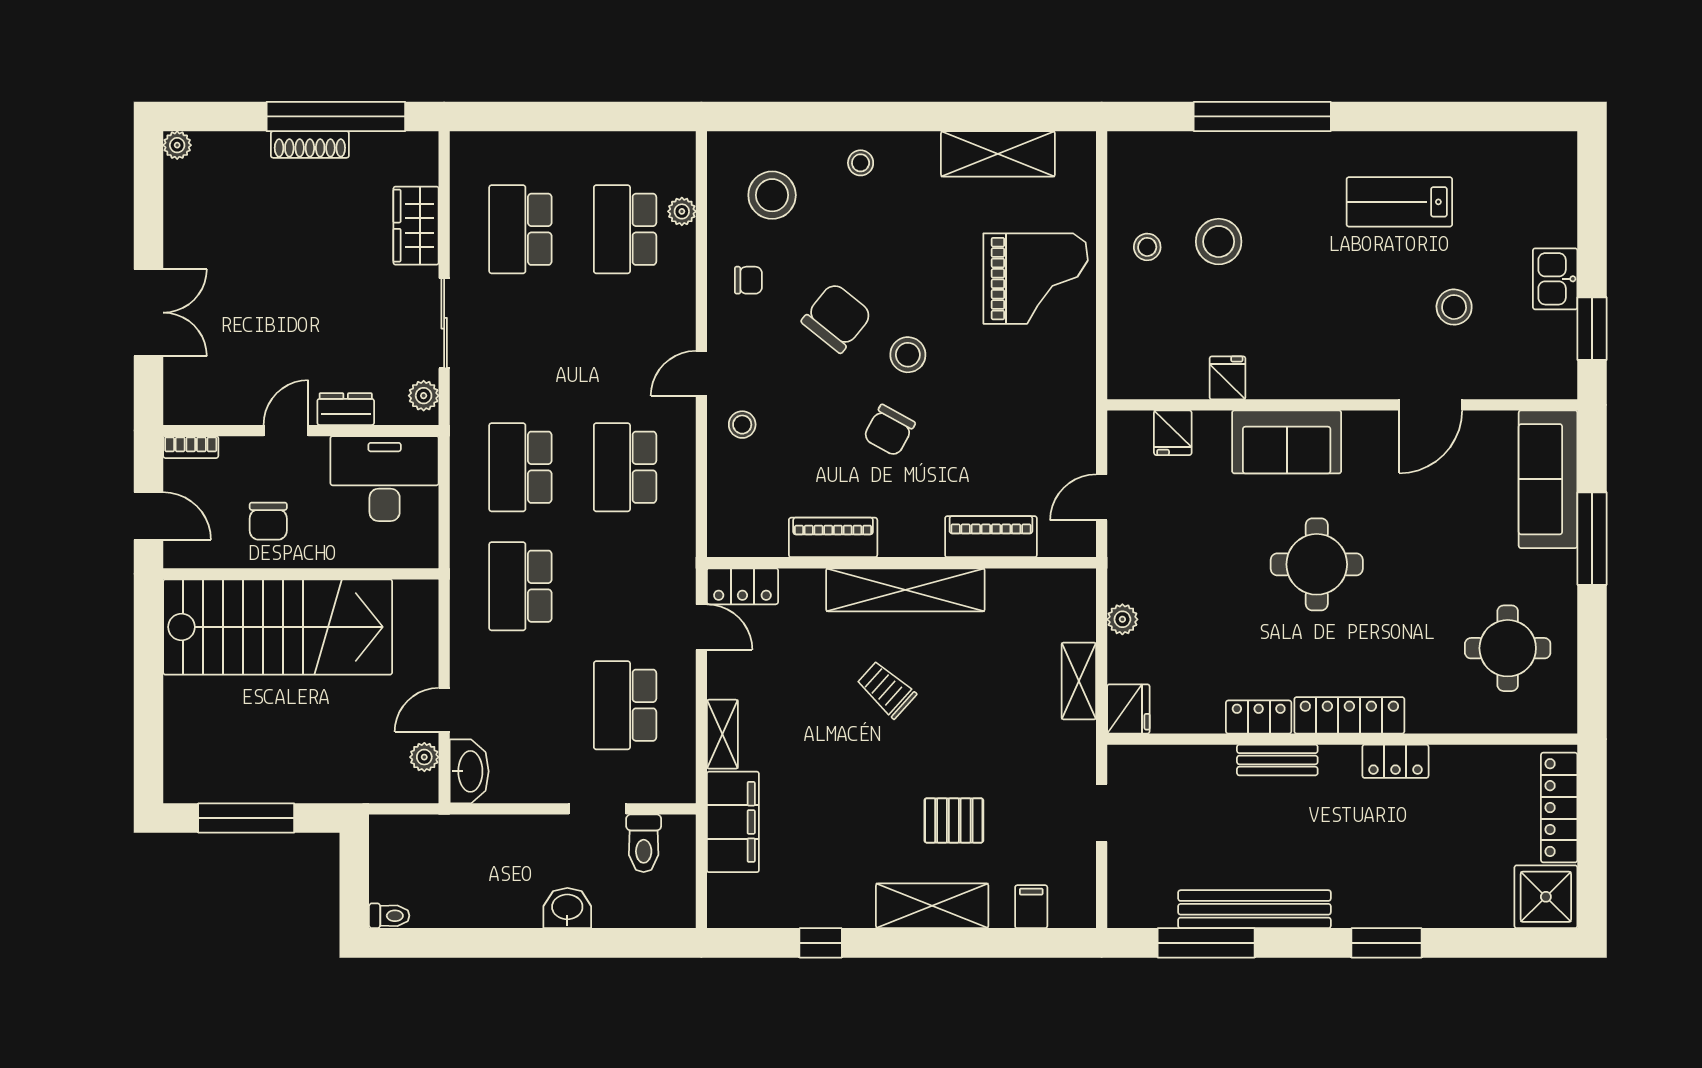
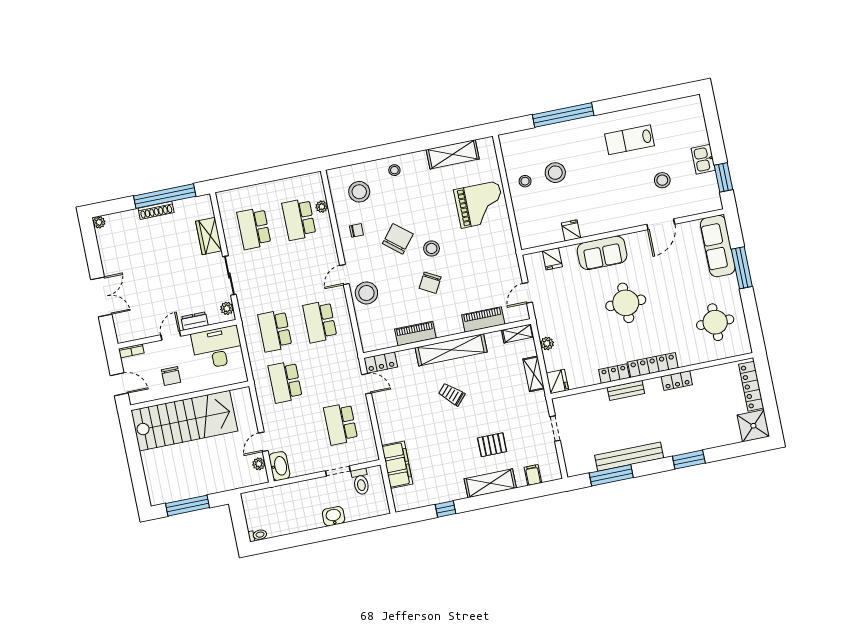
stool: (742, 425) -> (366, 293), width x1.89, depth x1.89
shelving: (722, 734) -> (518, 334), moved, turned 90

